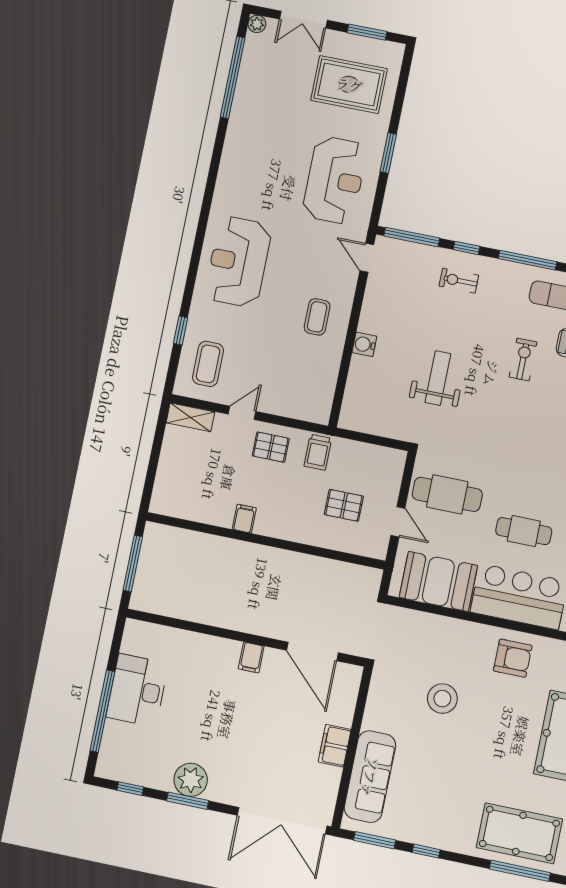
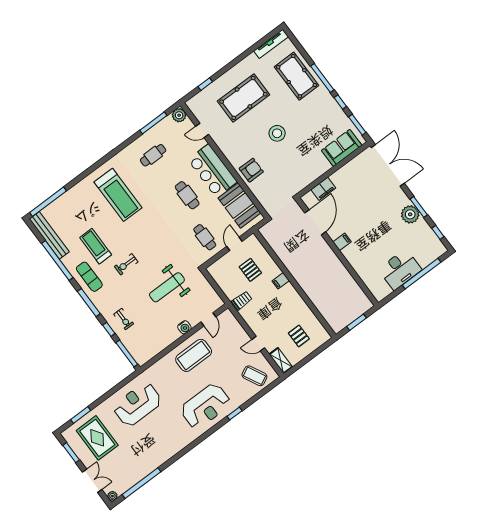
window: (388, 153) -> (81, 415), moved
door: (367, 258) -> (208, 319), moved
coffee table: (317, 317) -> (194, 355), width x1.86, depth x1.72
window: (181, 331) -> (235, 413), moved
coffee table: (208, 364) -> (254, 376), turned 63
weight bench: (438, 378) -> (167, 287), width x1.36, depth x1.33
pallet: (271, 447) -> (299, 336), moved
cafe table: (447, 494) -> (205, 237), width x0.73, depth x0.74
filing cabinet: (244, 519) -> (281, 281), moved
window: (133, 564) -> (357, 322), width x0.69
armchair: (513, 658) -> (251, 170), moved, turned 90
stool: (442, 699) -> (277, 133), moved
filing cabinet: (335, 746) -> (323, 189), moved
sofa: (370, 777) -> (342, 148), width x0.73
window: (520, 871) -> (322, 78), moved

